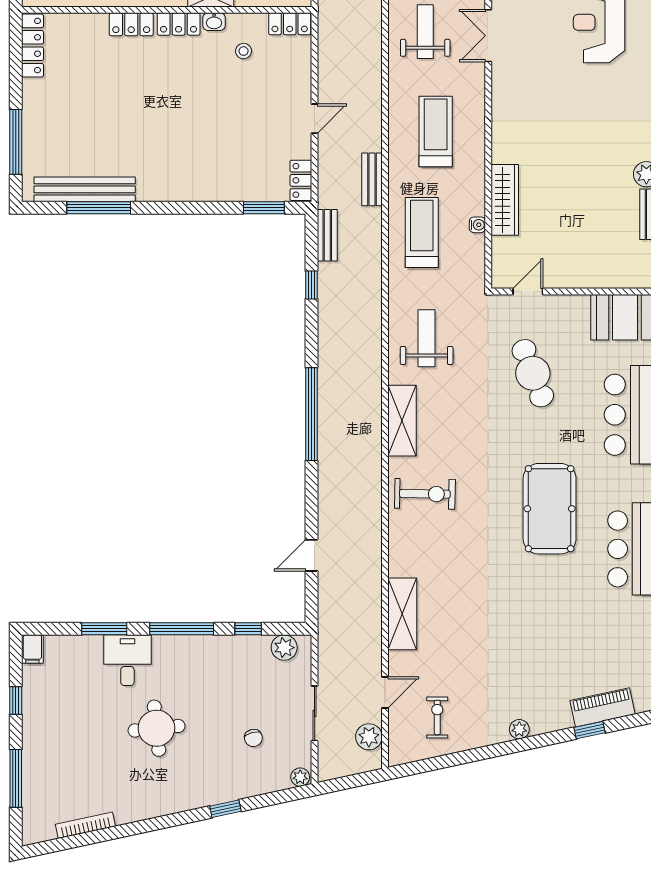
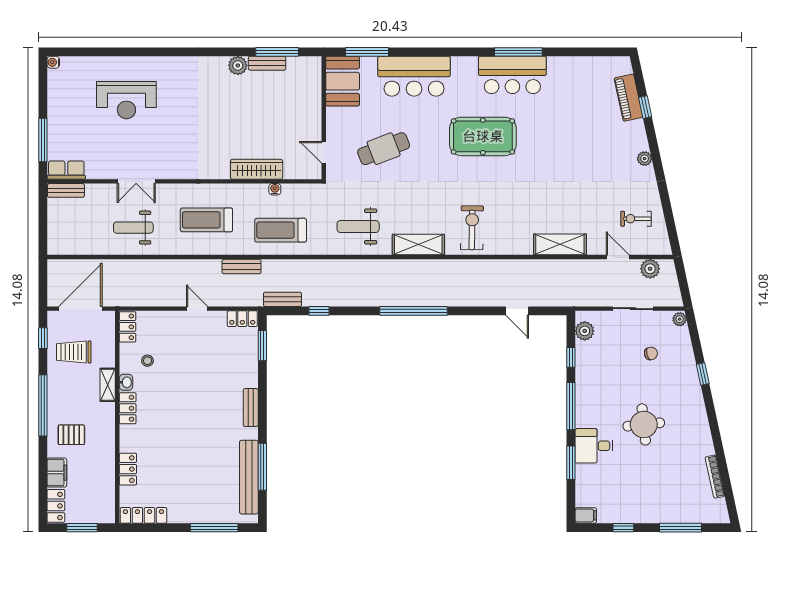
locker: (131, 24) -> (128, 469), moved
bench: (180, 192) -> (251, 408), added

